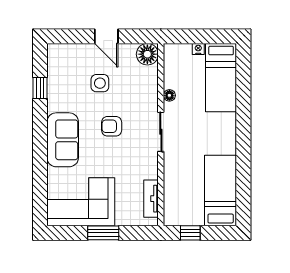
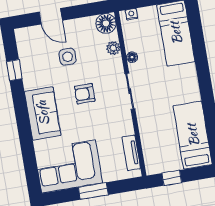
door: (106, 36) -> (51, 16), moved
nightstand: (198, 49) -> (131, 14), moved
plant: (151, 82) -> (113, 48), added

